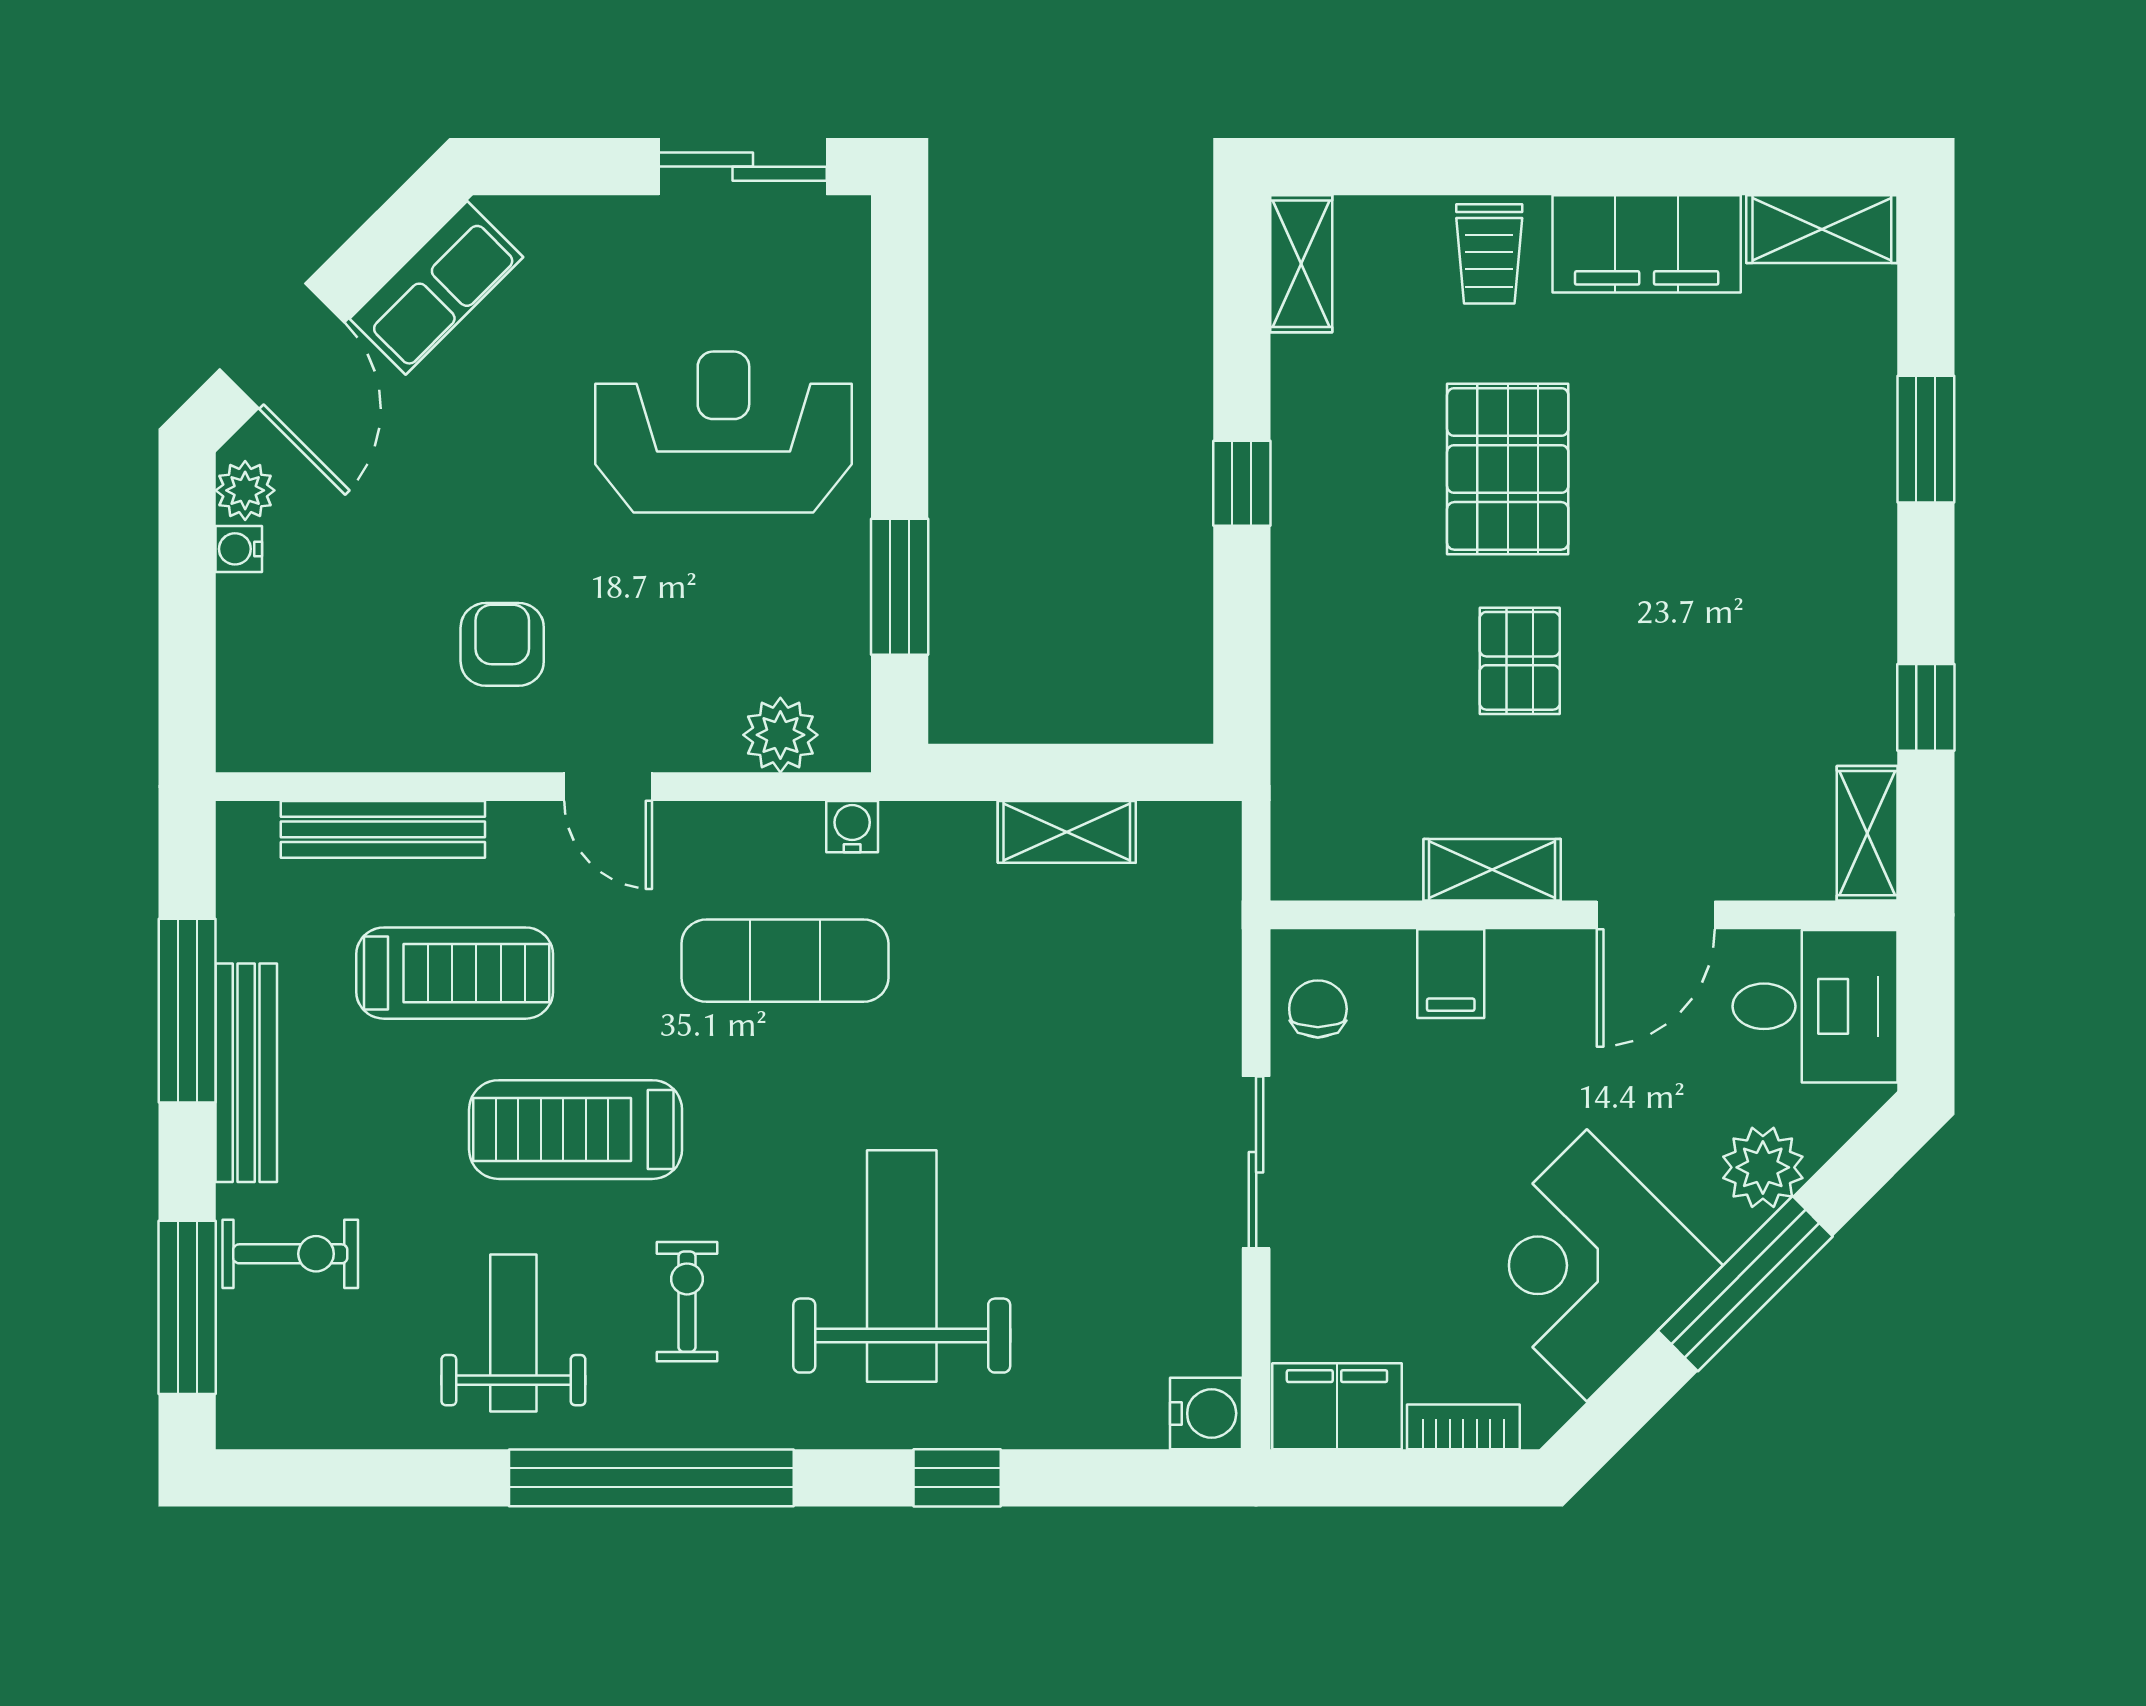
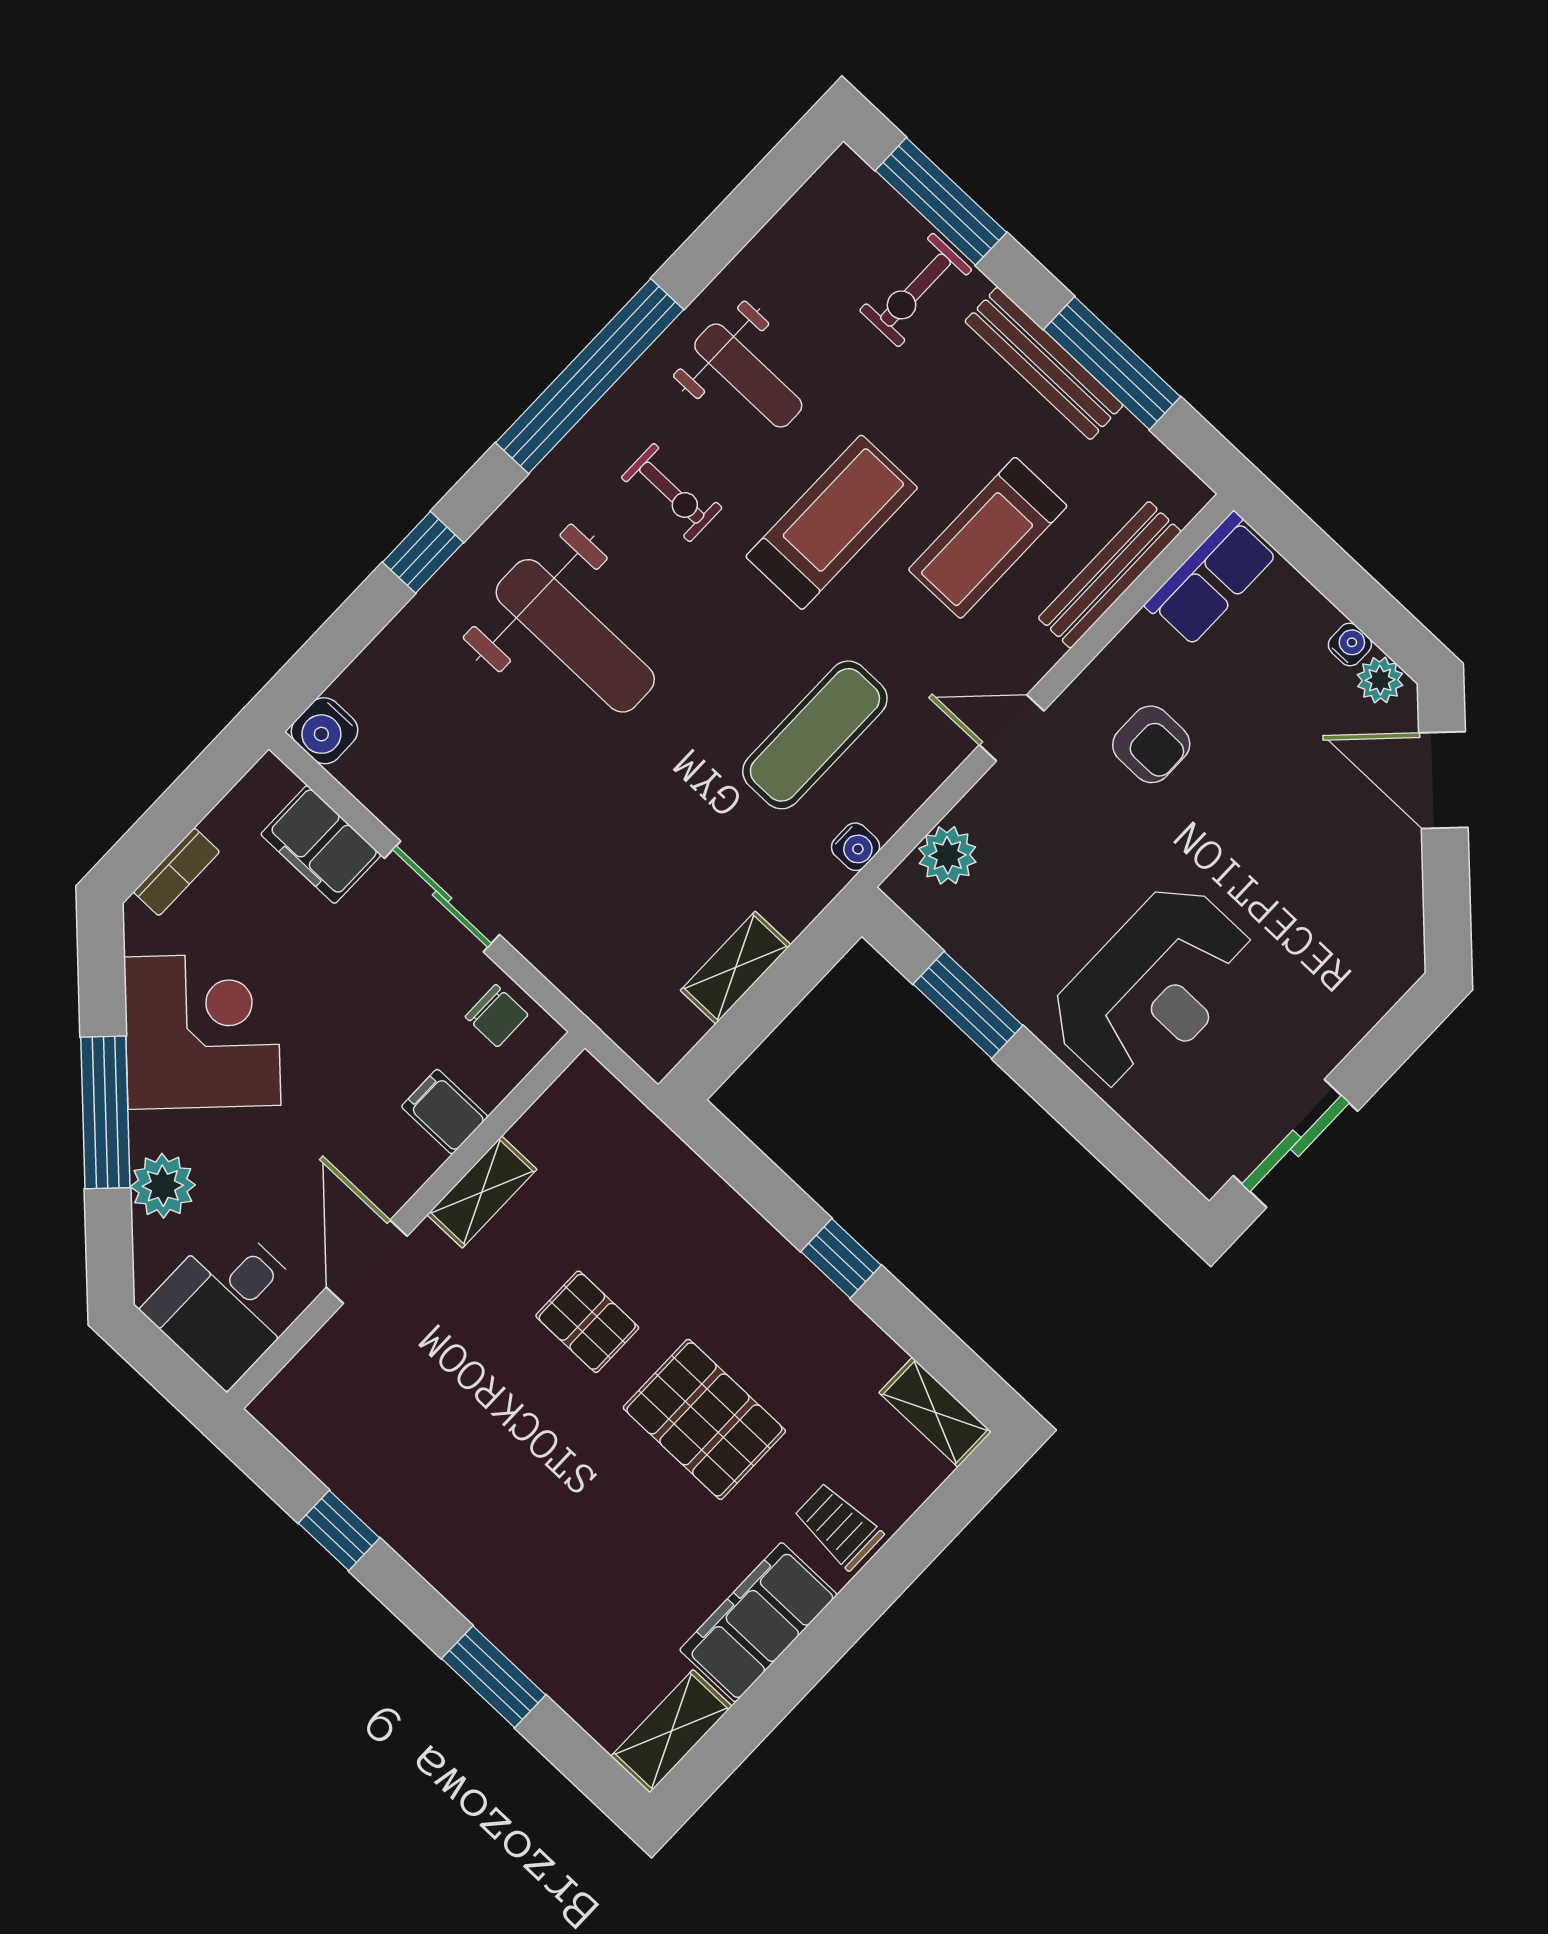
row of seats: (436, 288) -> (1211, 579), moved, turned -135
shelving: (1867, 833) -> (299, 1428), removed
filing cabinet: (1337, 1406) -> (321, 845), moved, turned 90

